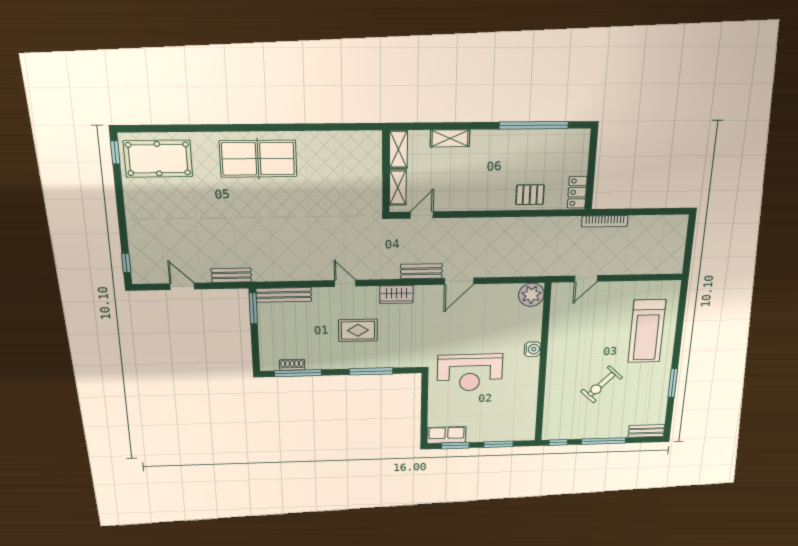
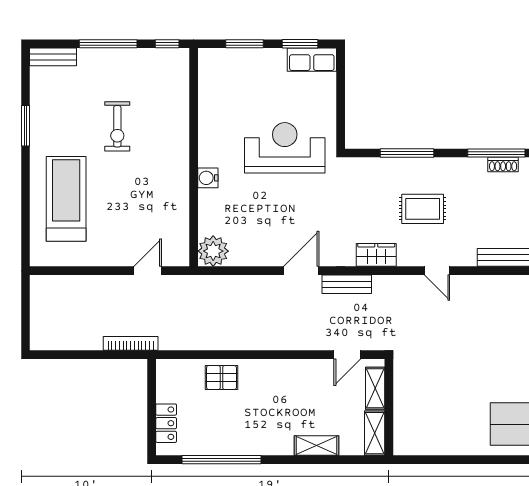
locker: (577, 192) -> (166, 423), moved
exercise bike: (601, 384) -> (117, 126), turned 136

